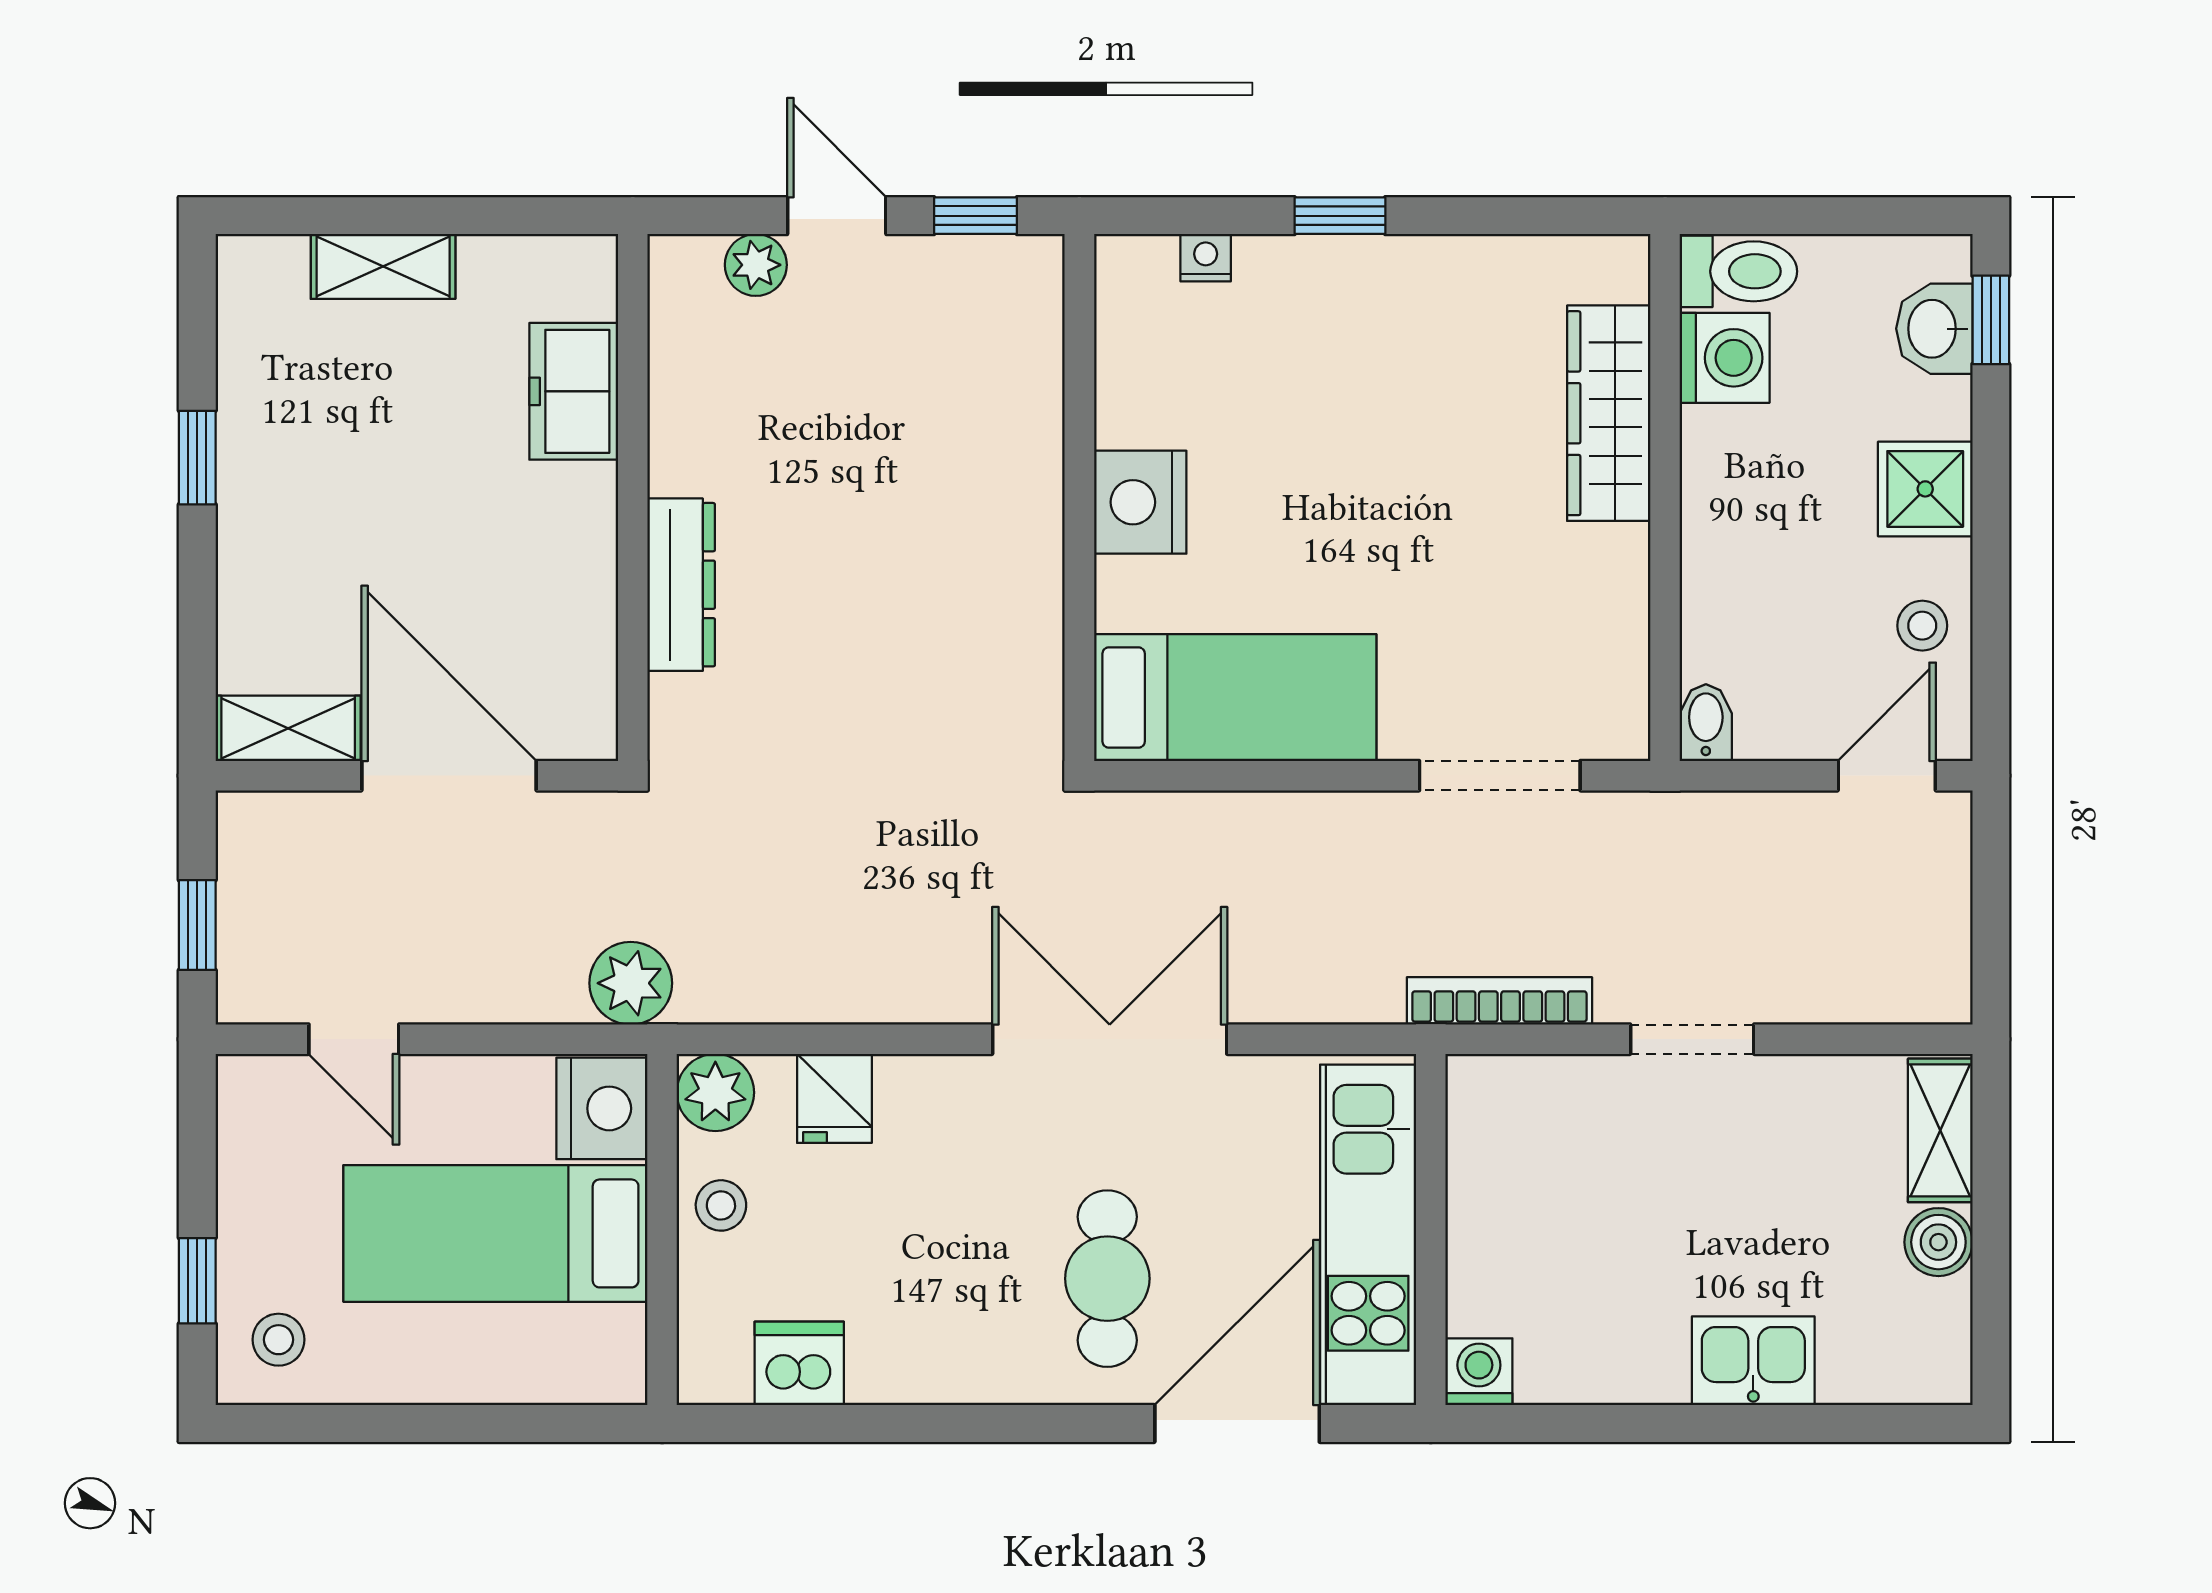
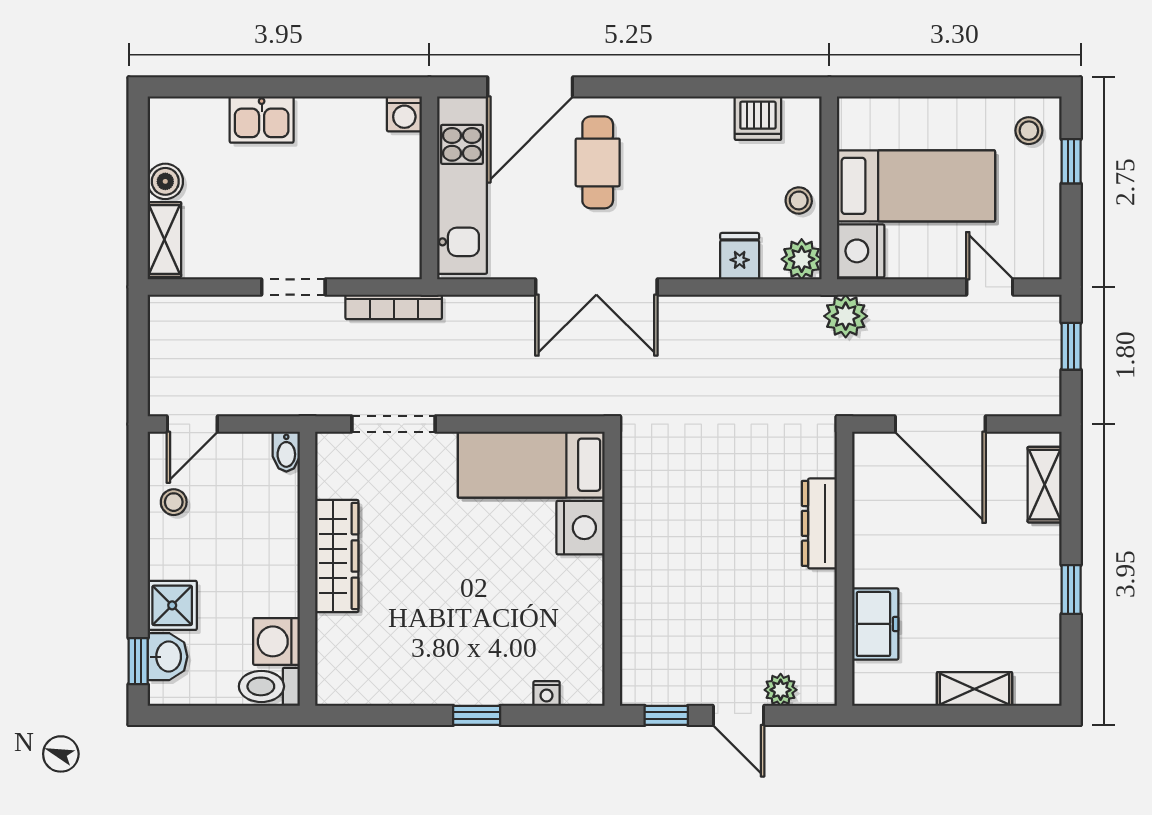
wardrobe: (1609, 413) -> (337, 556), moved
shower: (1925, 489) -> (172, 605), moved
nightstand: (1140, 502) -> (581, 528), moved
shelving: (288, 728) -> (1045, 485), moved, turned 90

